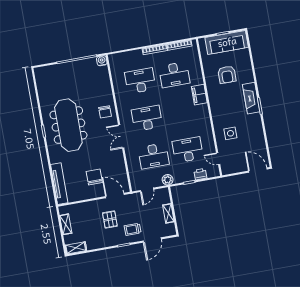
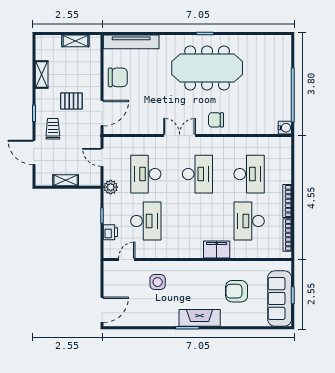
chair: (94, 177) -> (118, 77), moved
shelving: (76, 248) -> (42, 74), moved

